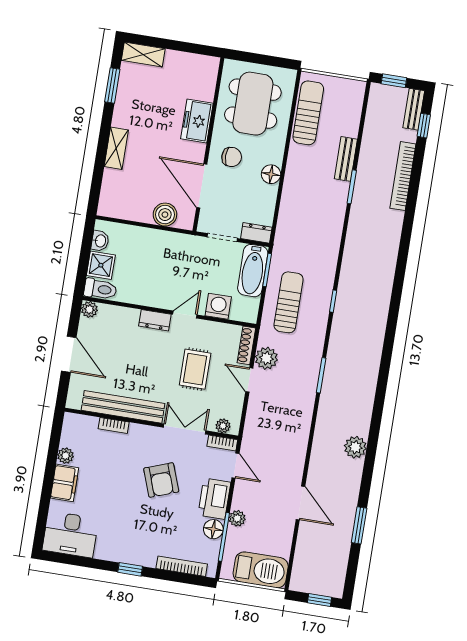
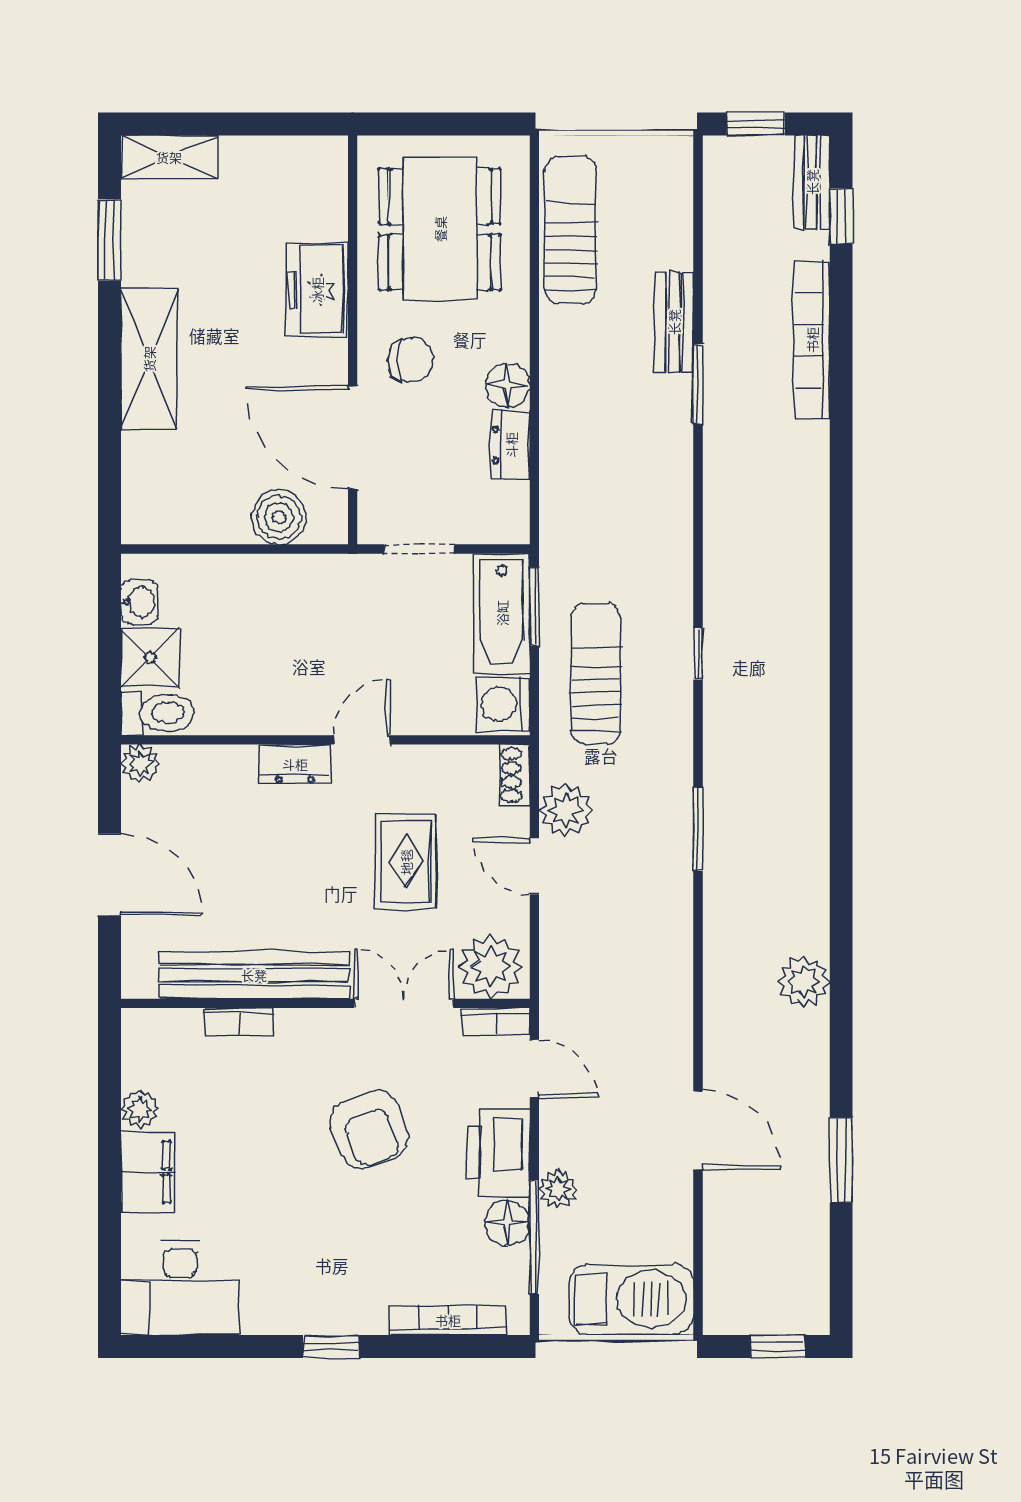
shelving: (116, 148) -> (149, 359), width x1.50, depth x1.33
dresser: (256, 233) -> (511, 445), moved, turned -90
washing machine: (218, 306) -> (503, 704), moved, turned -90
shoe rack: (246, 345) -> (515, 775), width x0.70
plant: (223, 426) -> (491, 967), width x1.88, depth x1.88

